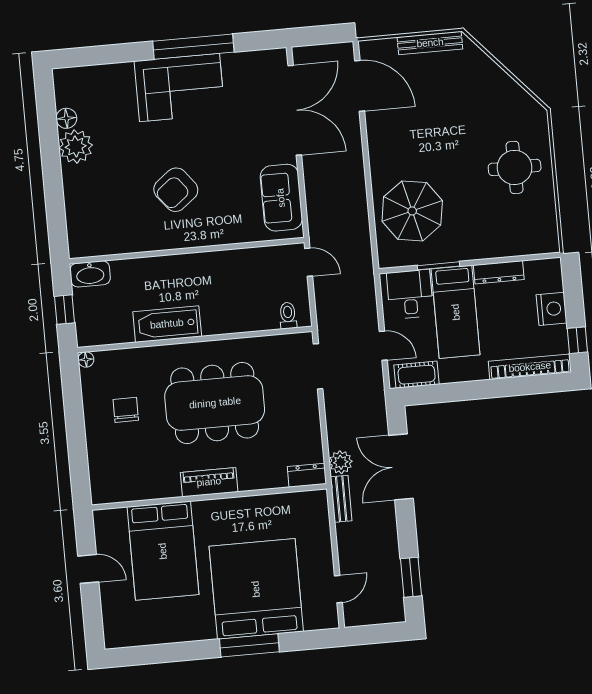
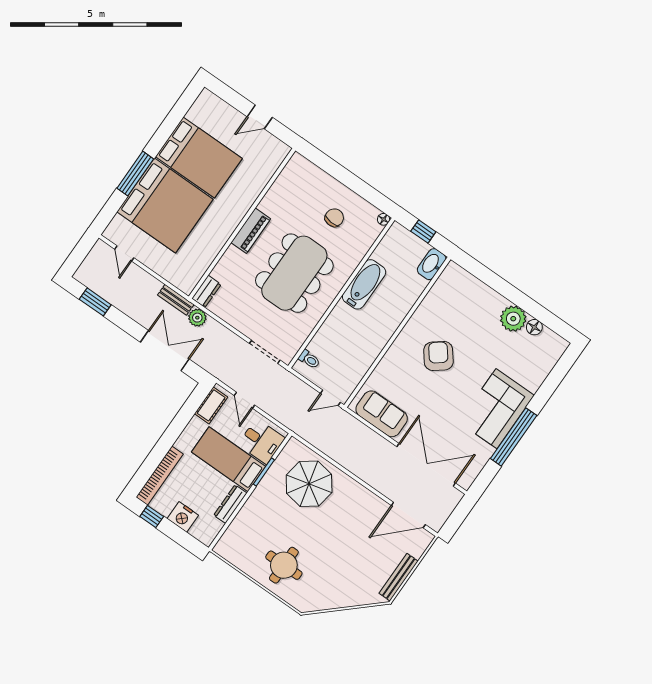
double door: (295, 110) -> (426, 465), swing flipped
door: (383, 346) -> (244, 400), hinge flipped
chair: (126, 410) -> (334, 218), turned -86
bed: (163, 551) -> (199, 158), moved, turned 180

